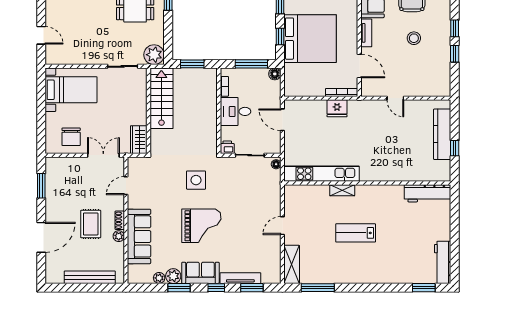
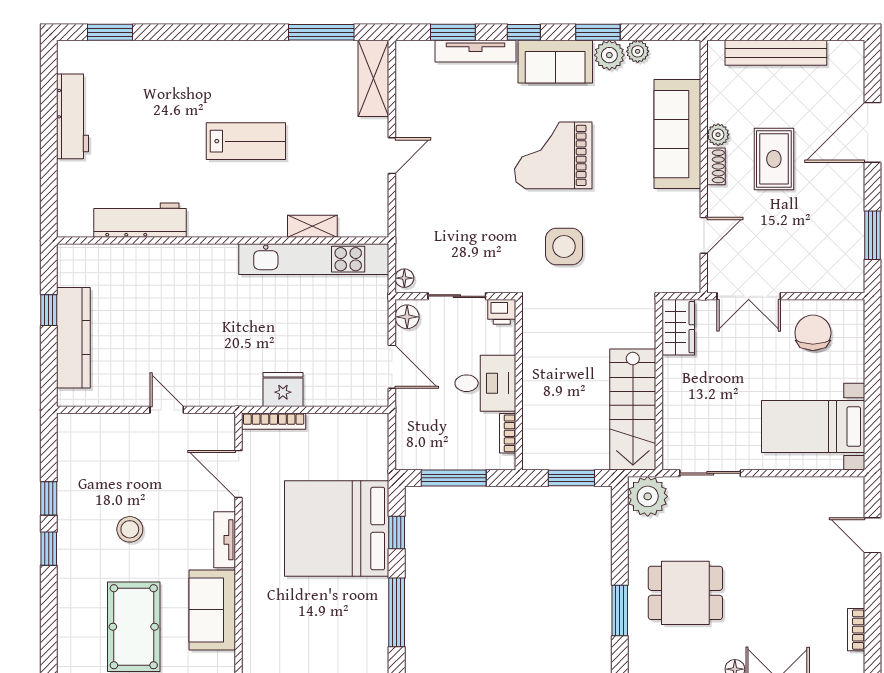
floor lamp: (275, 74) -> (407, 317), moved
shelving: (342, 190) -> (312, 226), moved
workbench: (427, 193) -> (140, 220), moved
workbench: (443, 262) -> (73, 116), moved

